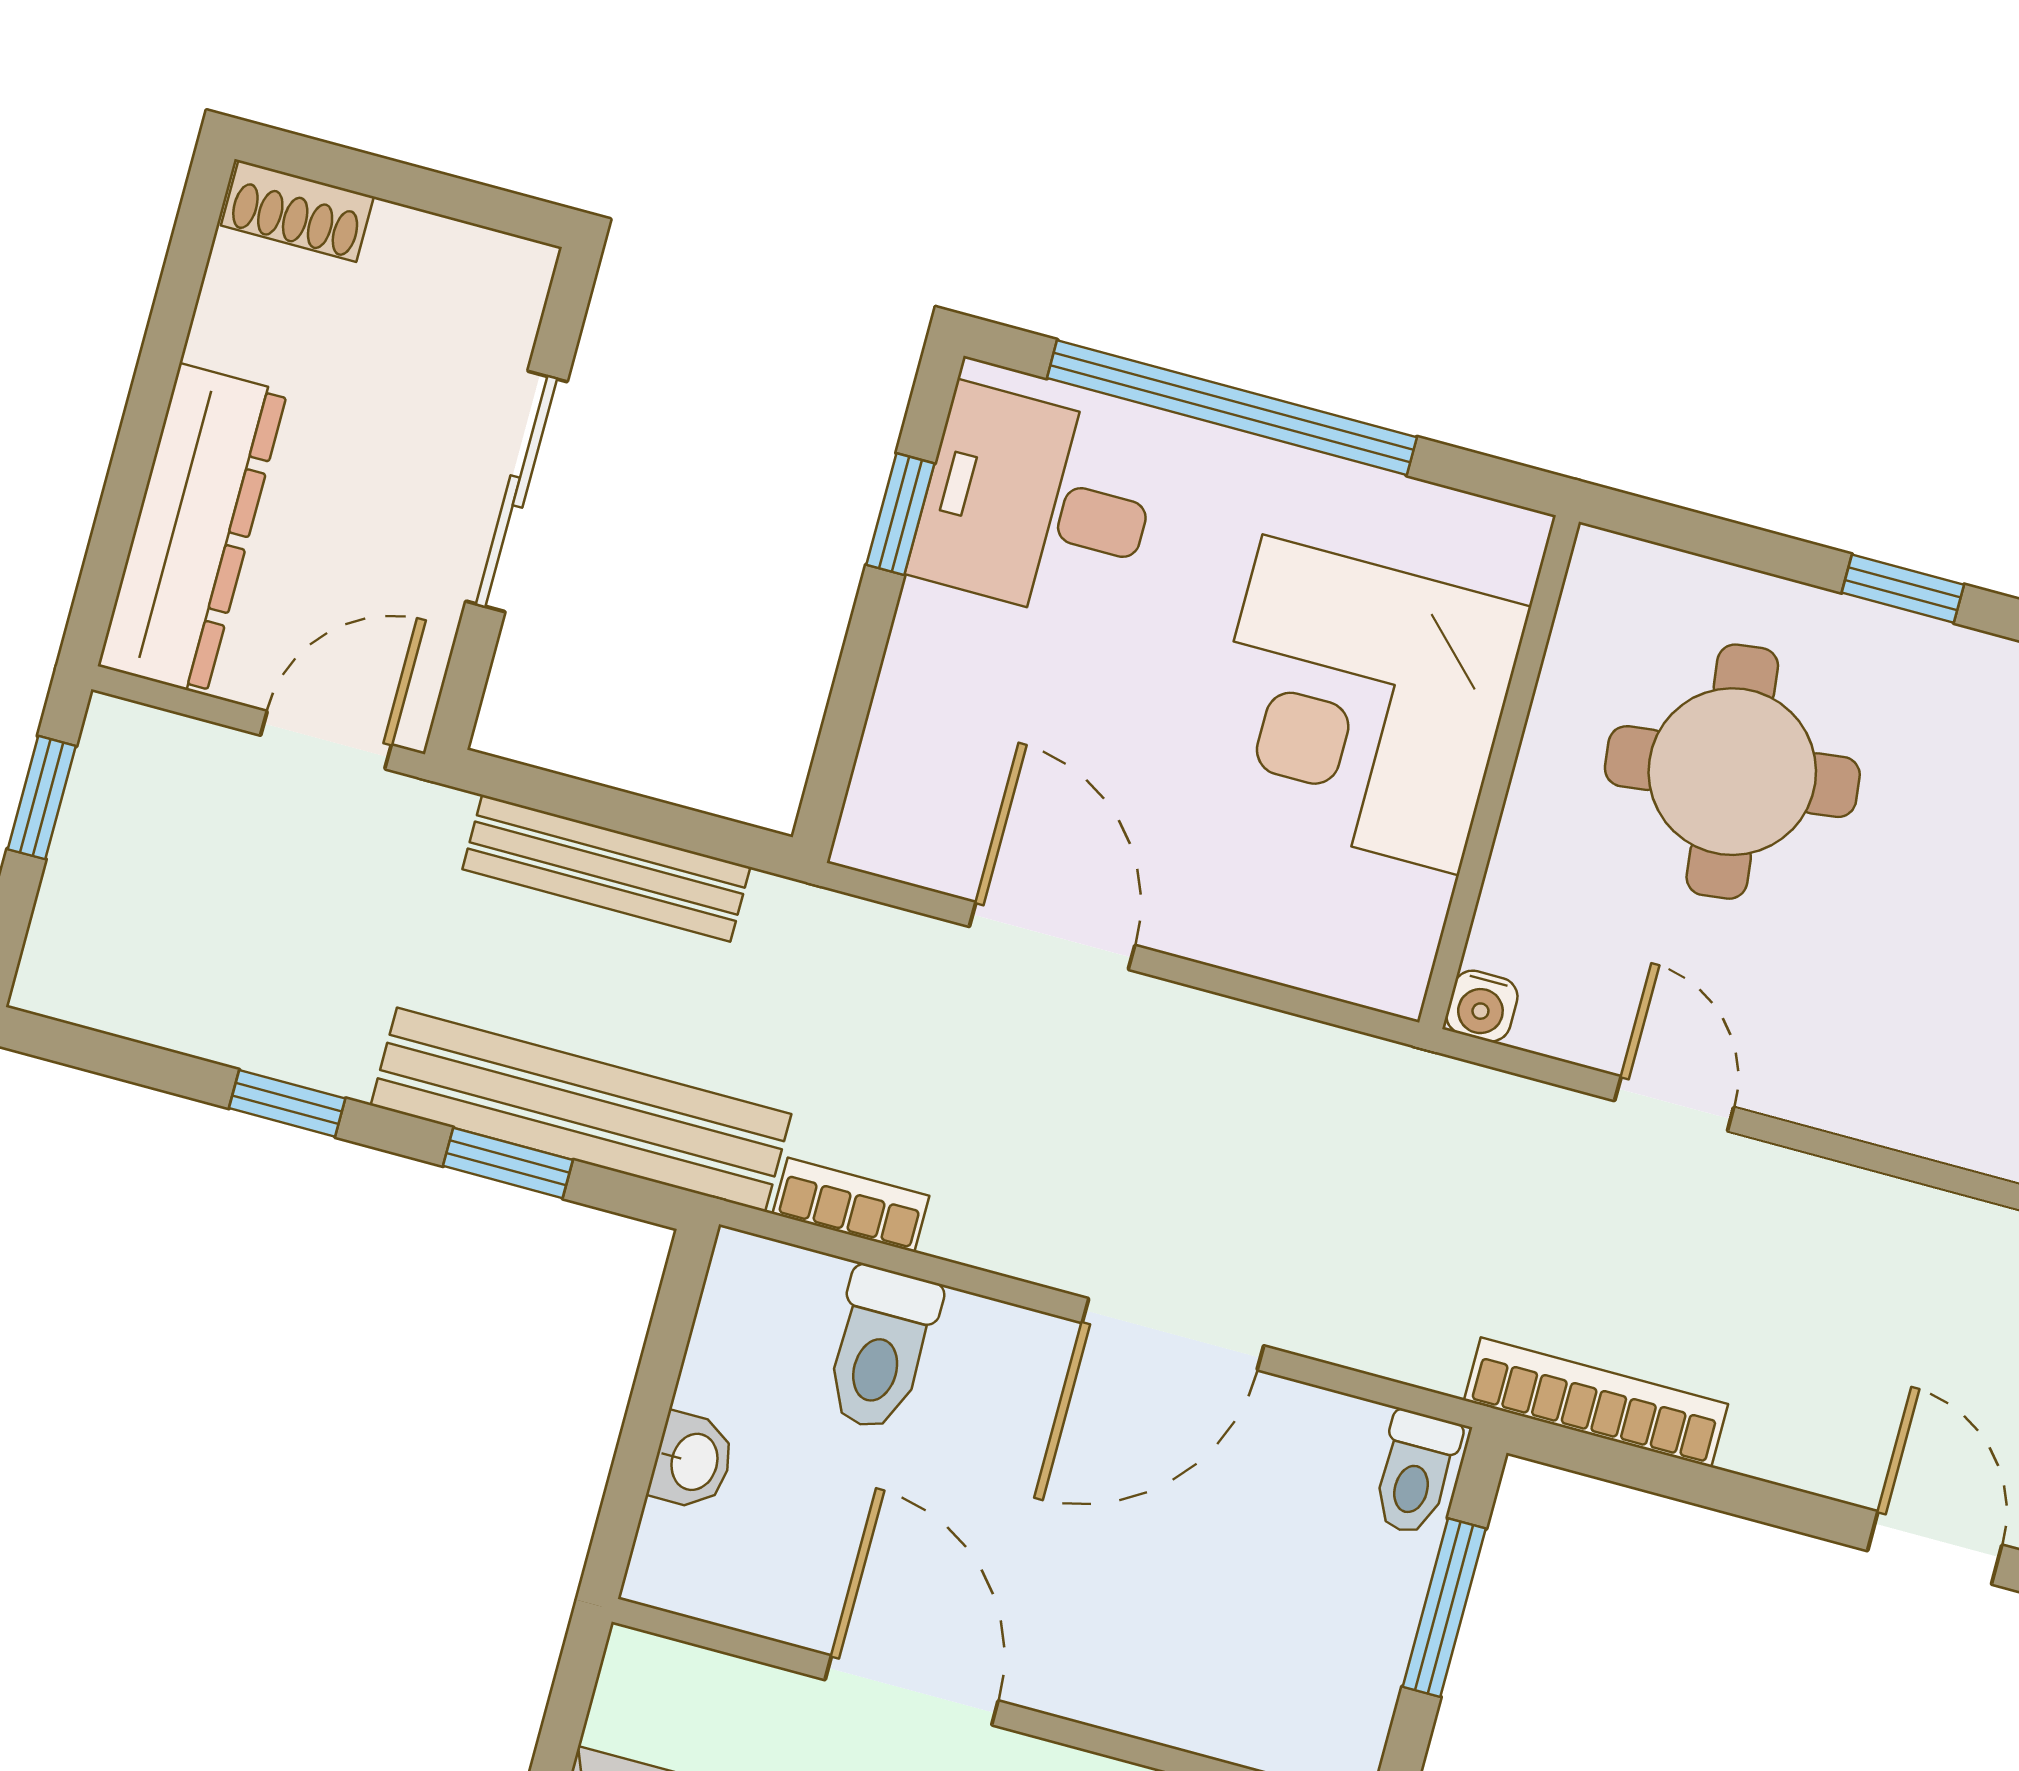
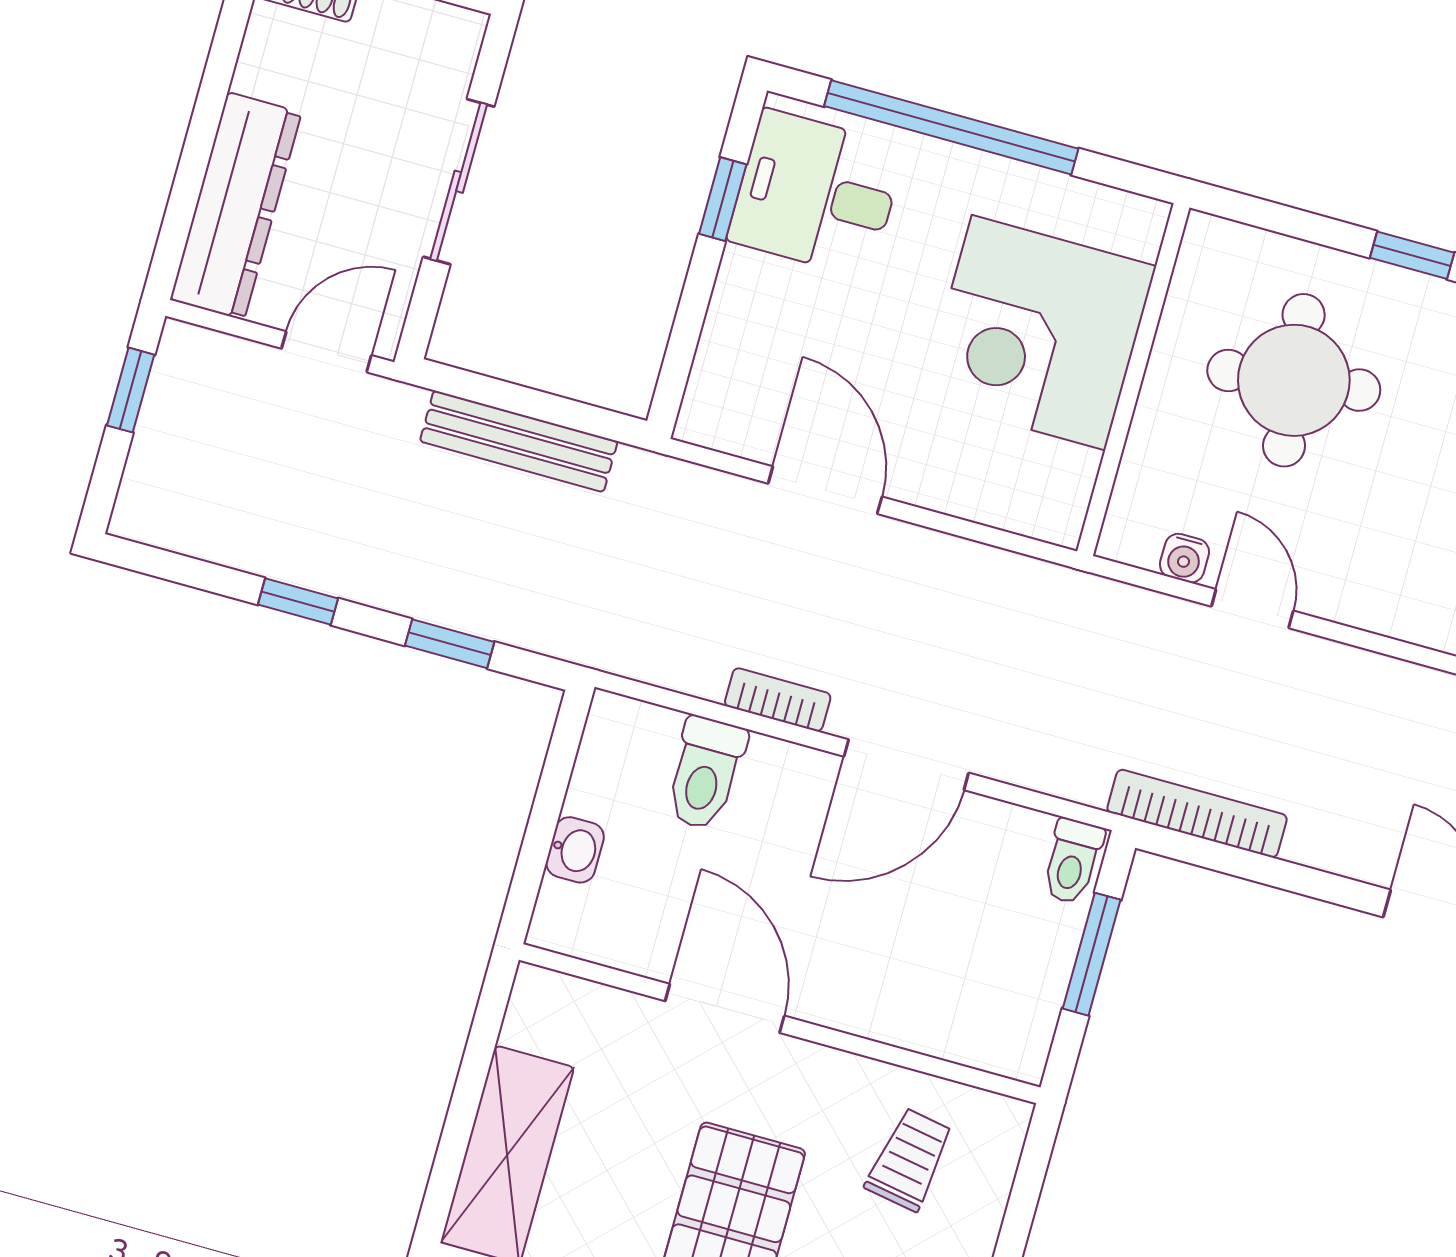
water cooler: (1482, 1006) -> (1184, 558), moved
bench: (581, 1110) -> (500, 607), removed
bookcase: (851, 1205) -> (778, 700), moved

